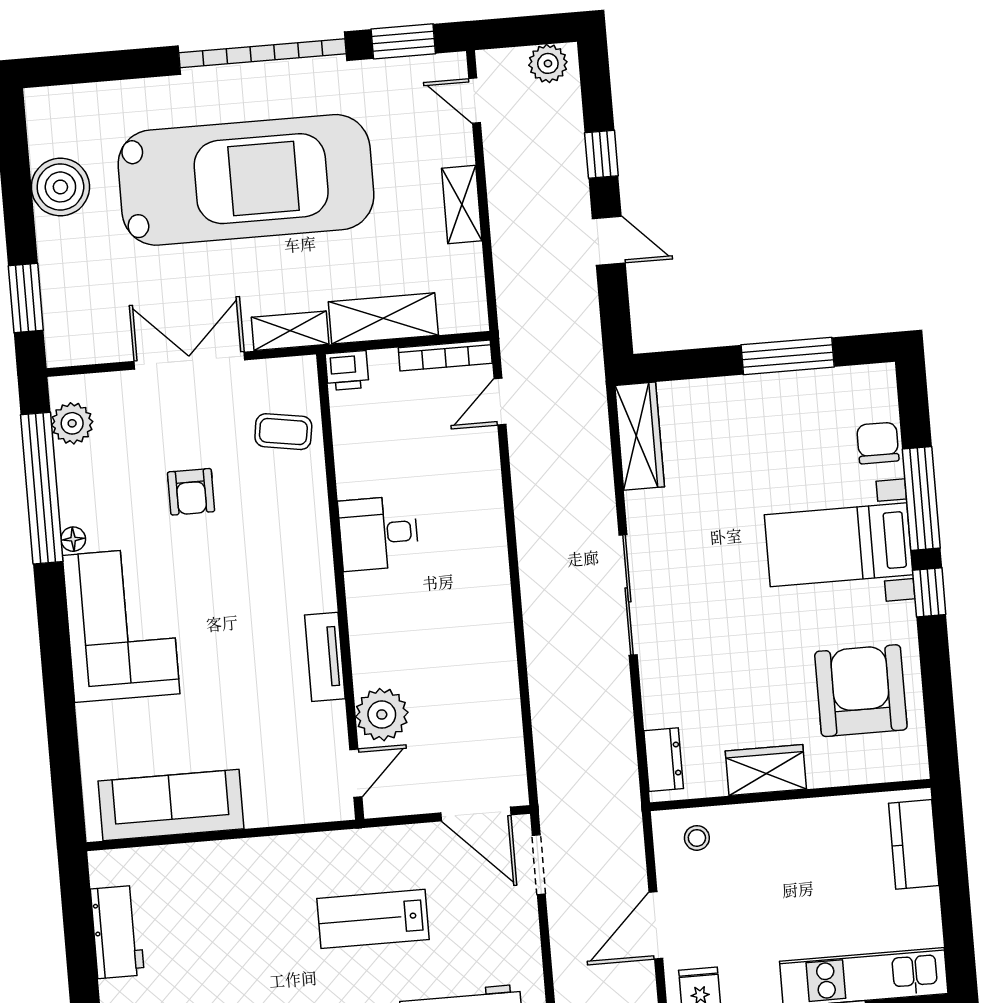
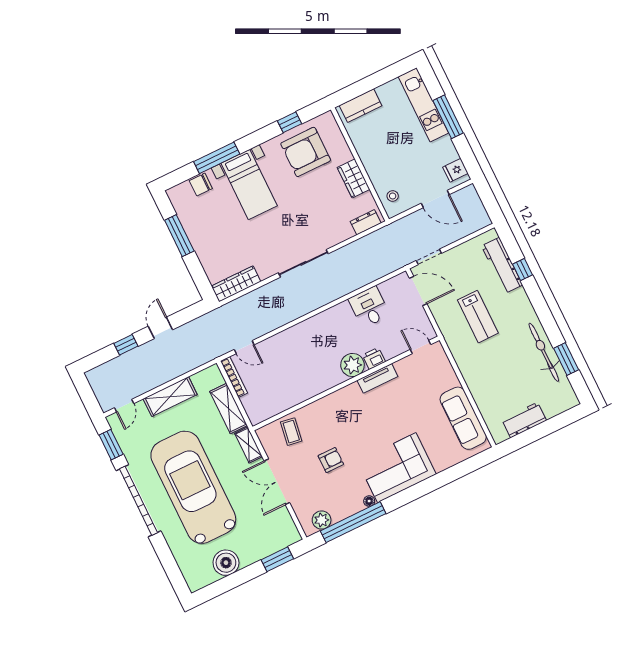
plant: (548, 63) -> (97, 381), removed
shelving: (462, 204) -> (170, 397), width x1.50, depth x1.33
printer: (347, 371) -> (374, 358), moved, turned -90
desk: (379, 533) -> (369, 307), moved, turned 180
window: (929, 592) -> (289, 122), moved
plant: (382, 715) -> (353, 365), moved
door: (476, 814) -> (418, 291), hinge flipped

